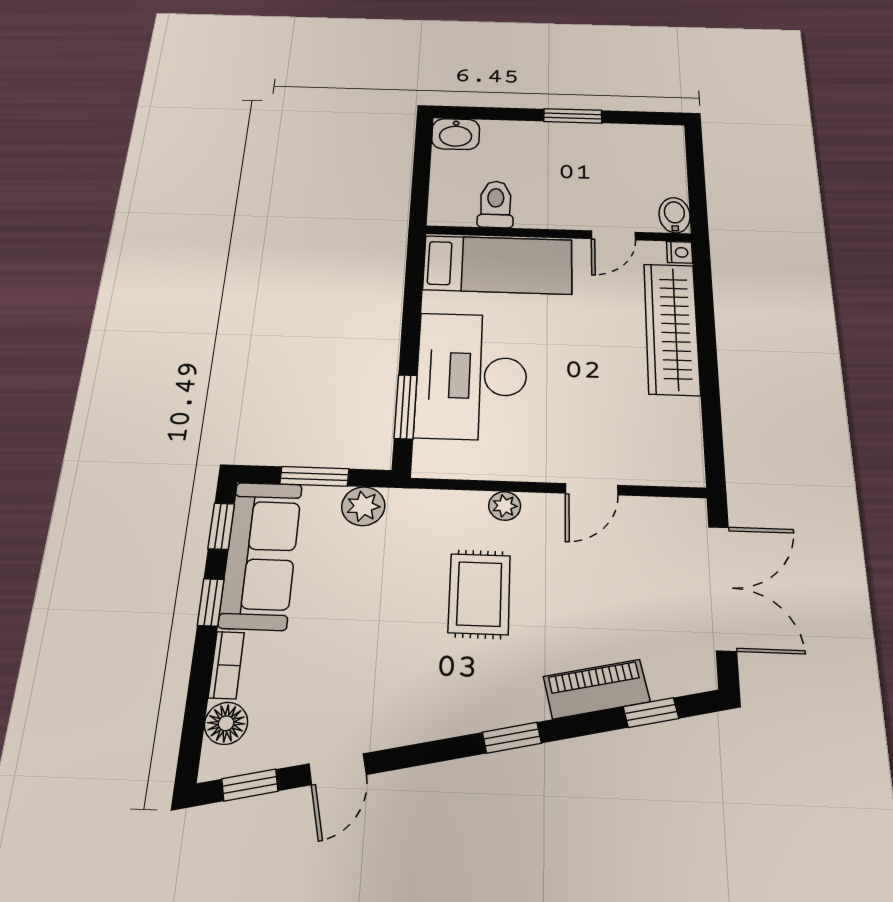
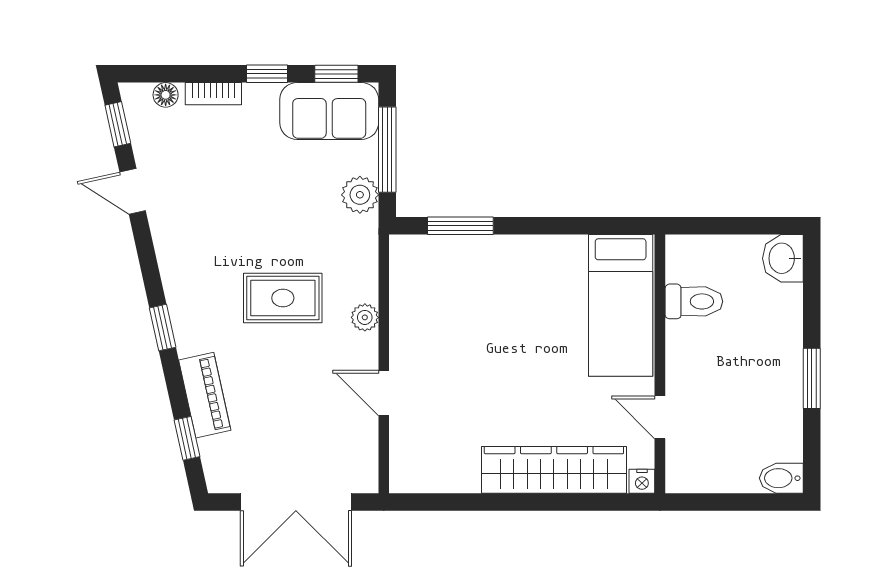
bidet: (675, 215) -> (781, 478), moved, turned 180
desk: (472, 376) -> (495, 284), removed
window: (314, 476) -> (387, 150), width x1.44
sofa: (261, 555) -> (329, 111), width x0.73
floor lamp: (226, 723) -> (166, 95), width x0.73, depth x0.73

